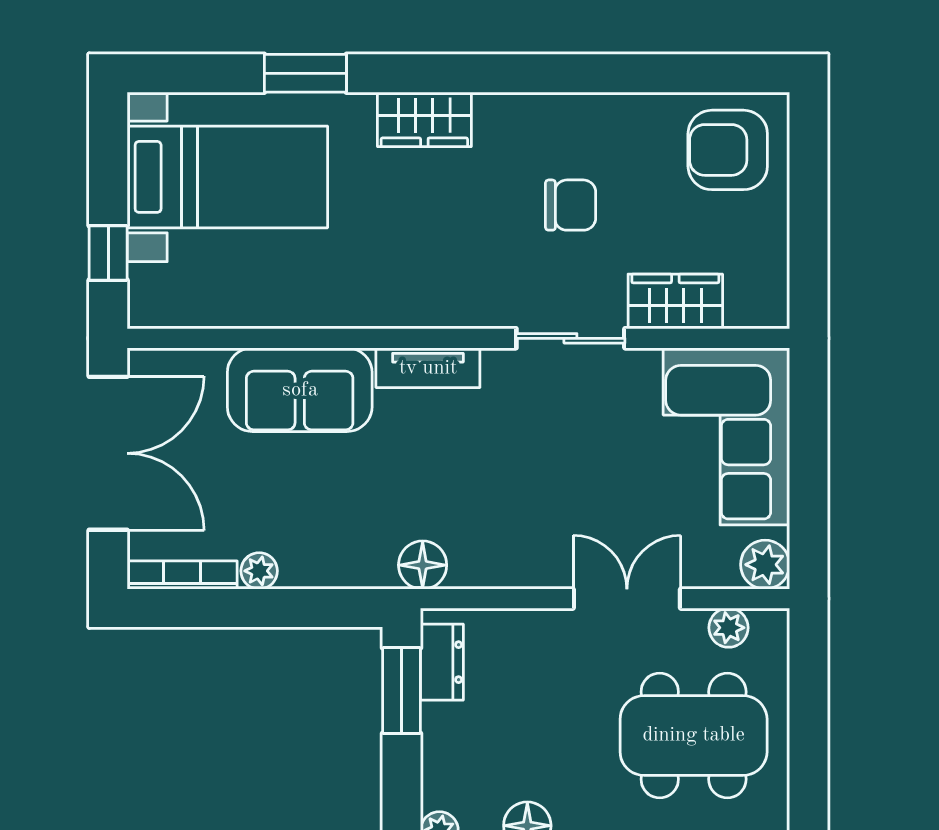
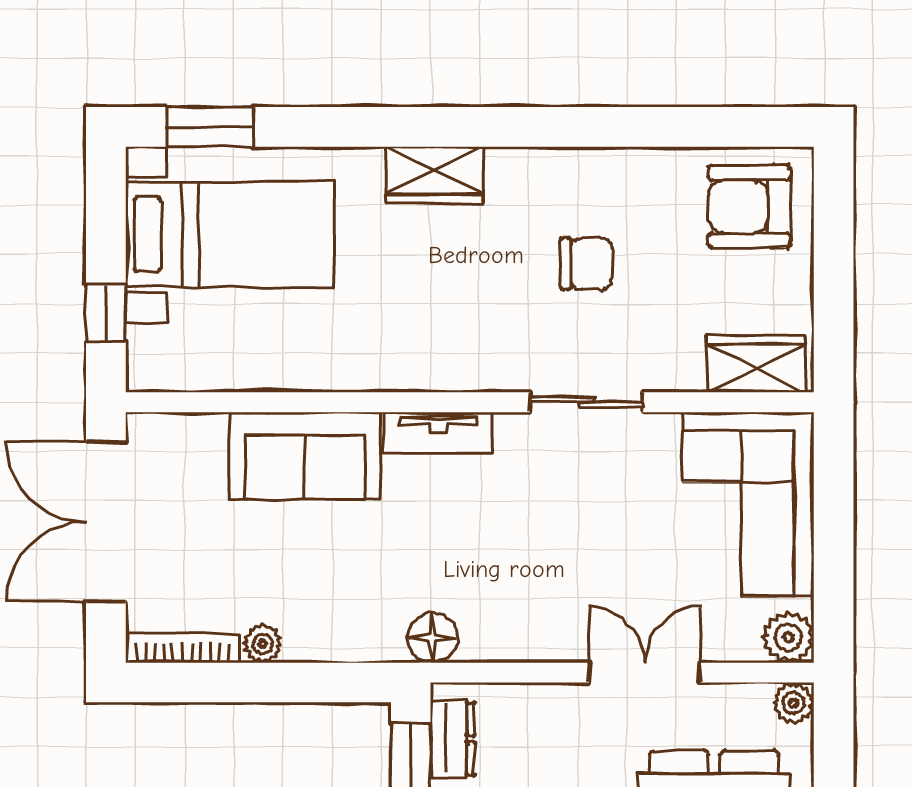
window: (305, 73) -> (210, 127), moved
wardrobe: (675, 301) -> (756, 364), moved
double door: (108, 453) -> (106, 522), swing flipped
plant: (729, 628) -> (794, 703), moved

